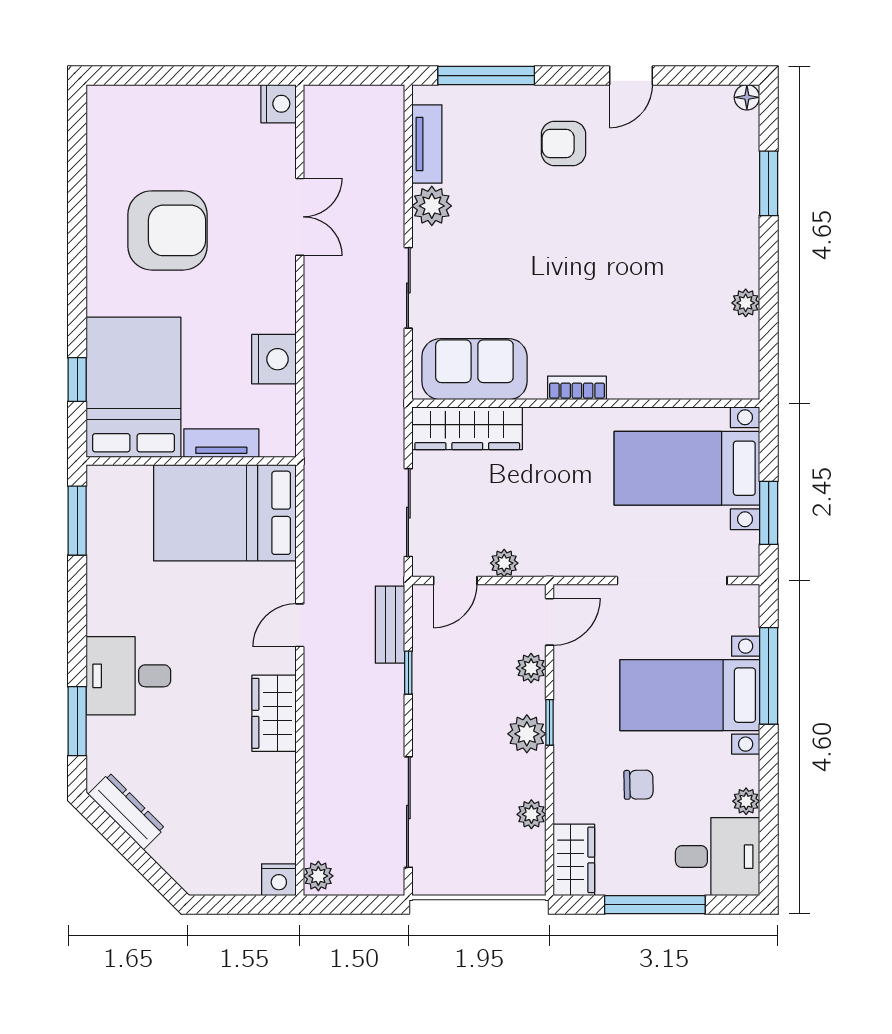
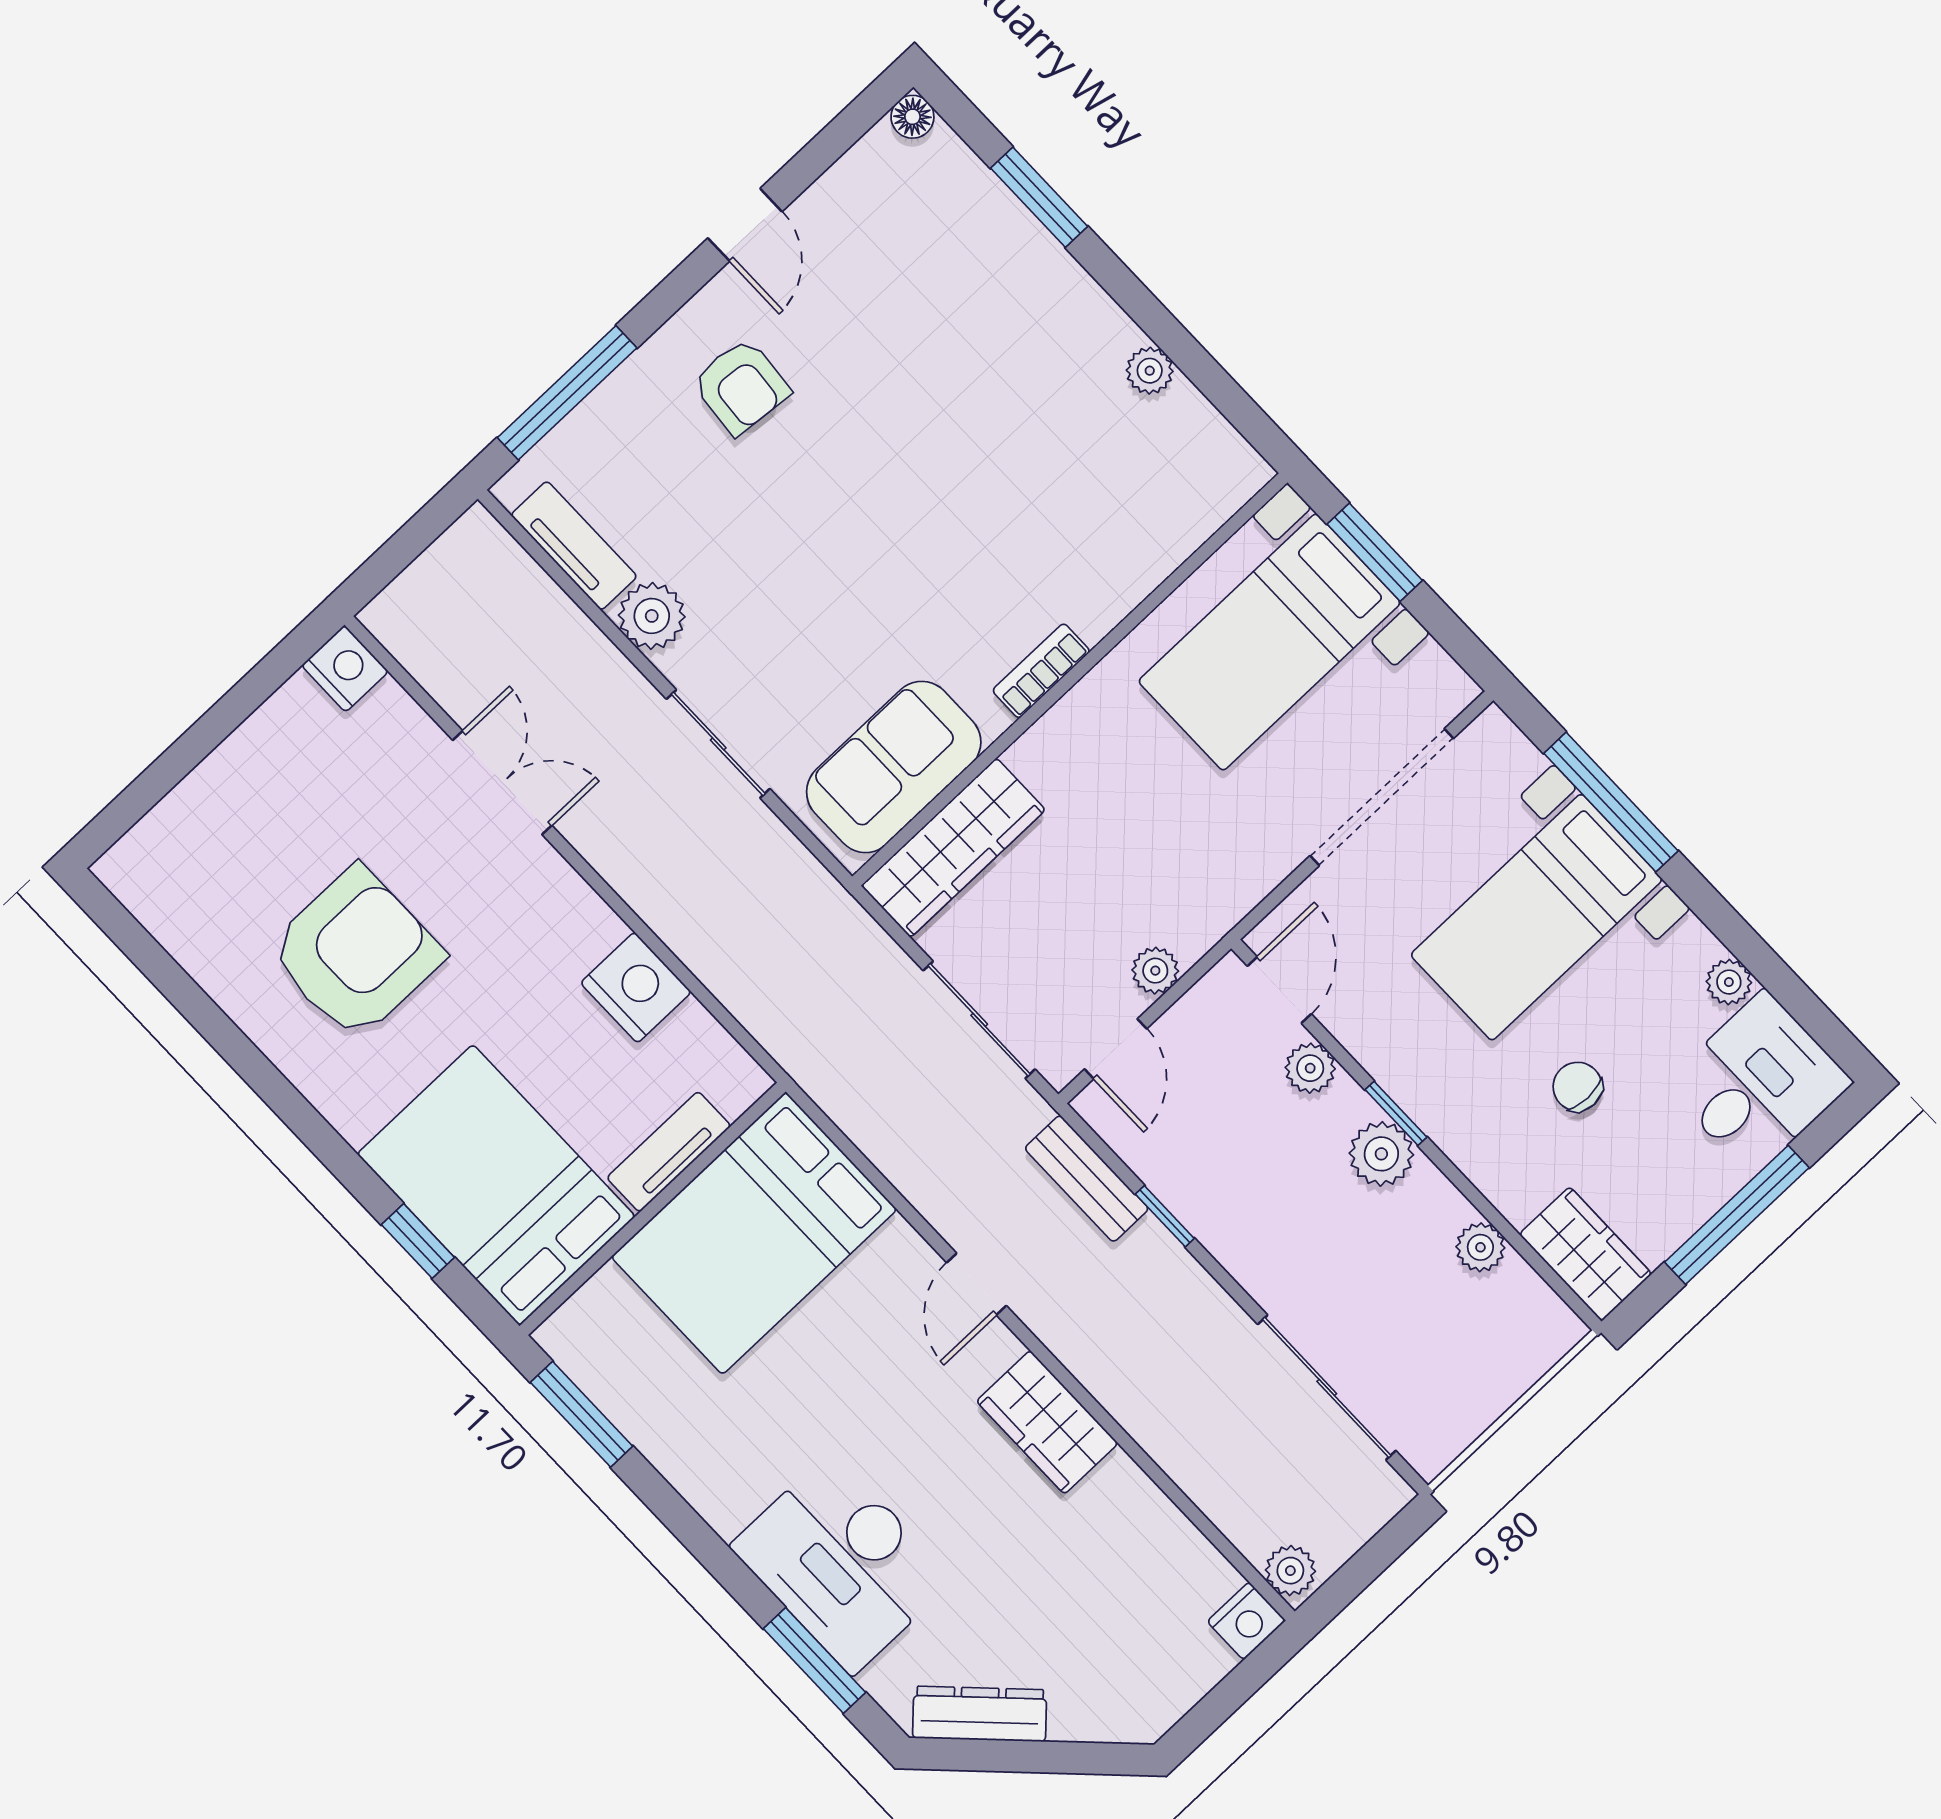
armchair: (563, 143) -> (741, 386), turned -85
window: (769, 513) -> (1375, 552), moved
desk: (128, 676) -> (842, 1563), width x1.37
chair: (638, 785) -> (1578, 1087), turned -89

